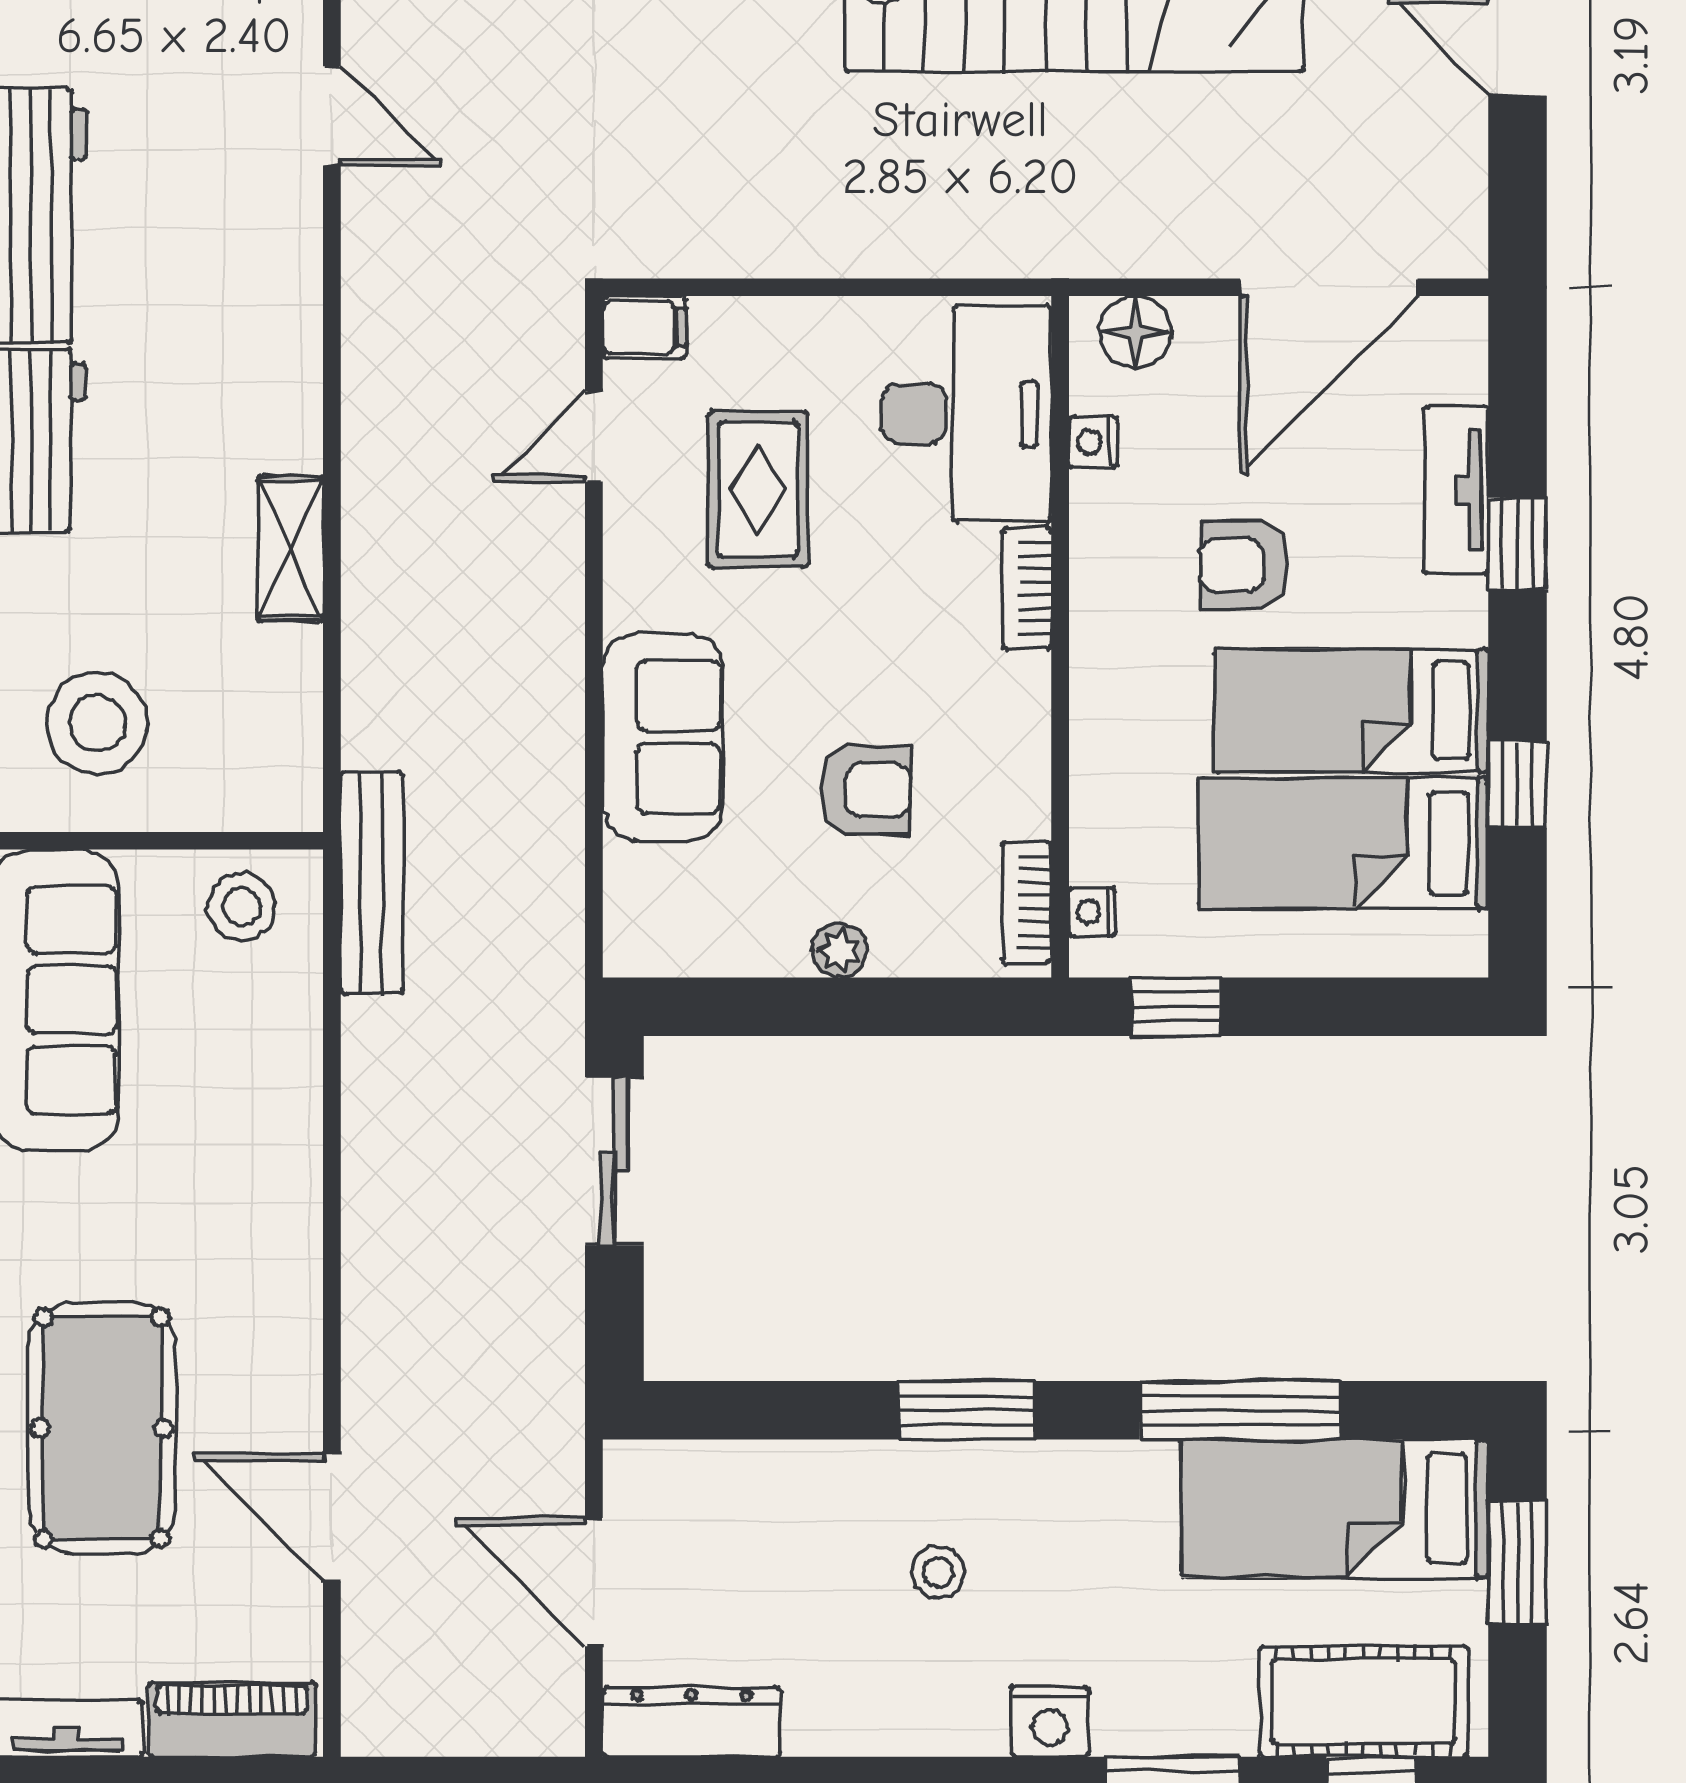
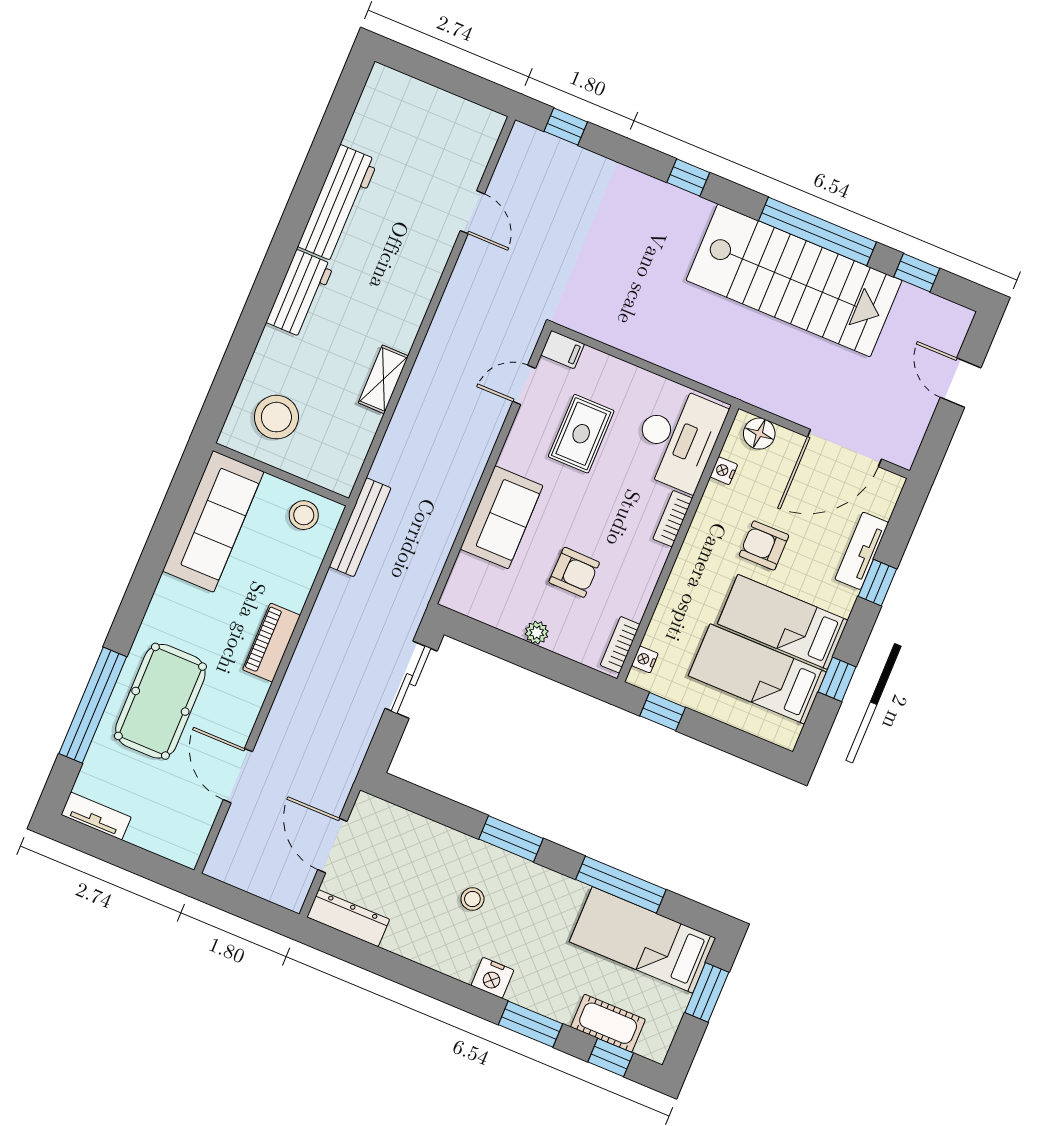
cot: (1363, 1701) -> (608, 1023), width x0.73, depth x0.75
piano: (232, 1720) -> (271, 643), moved, turned -90

